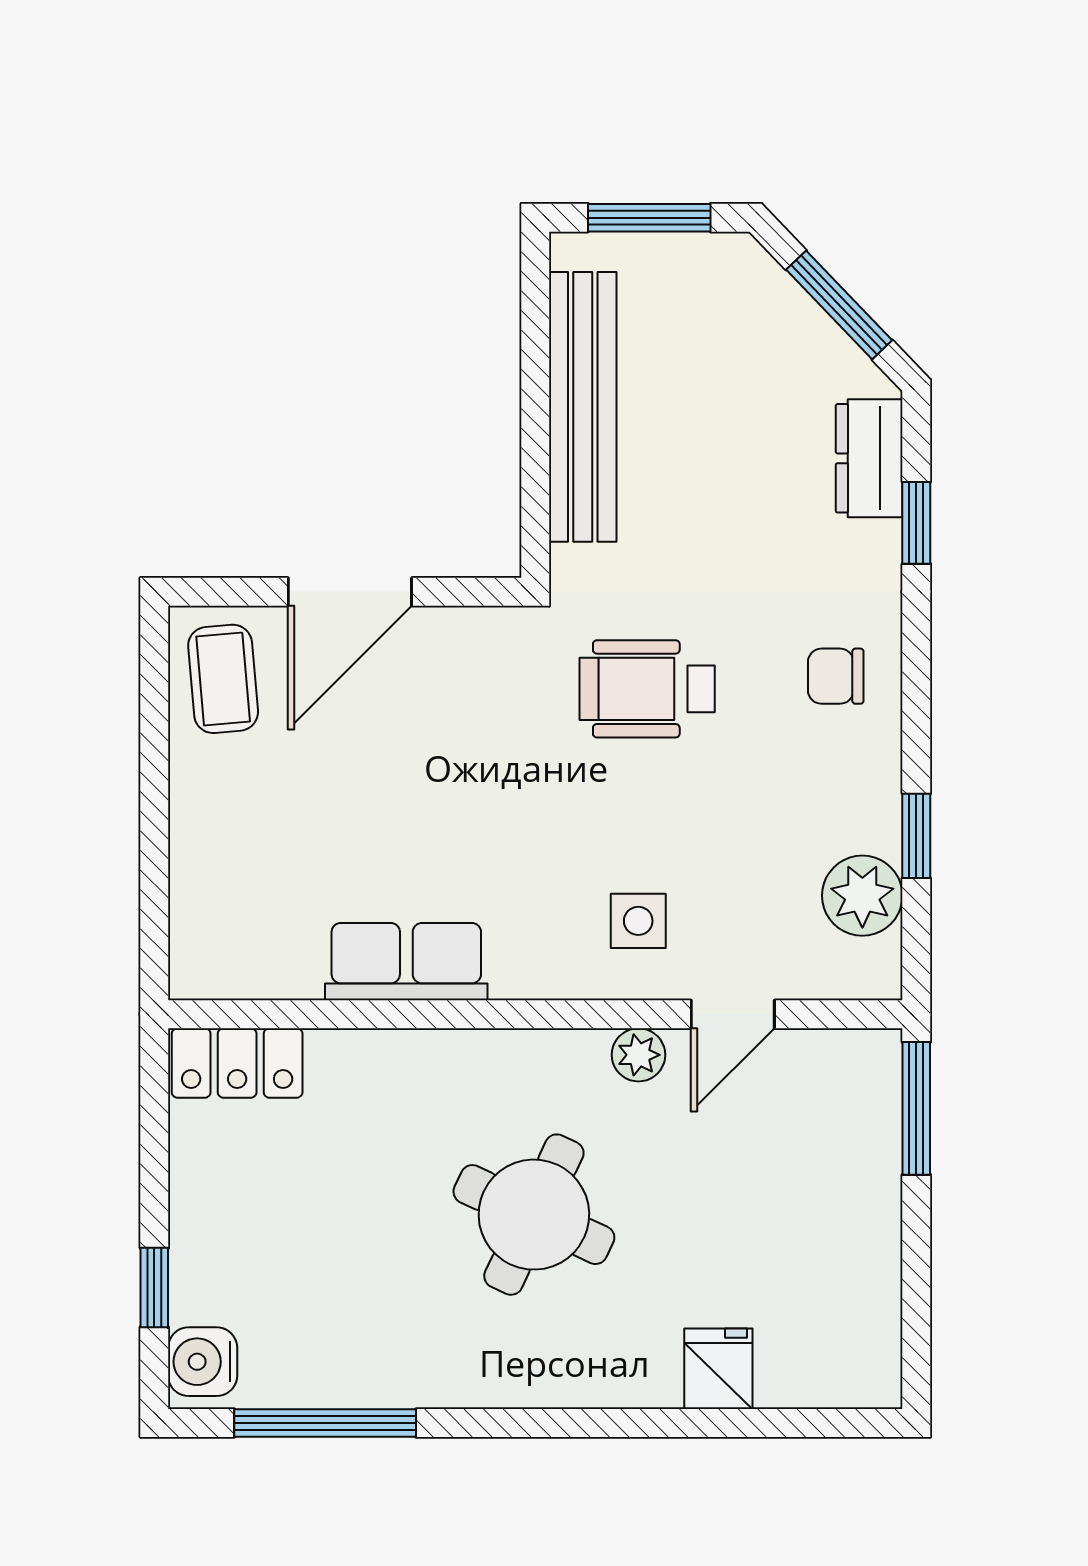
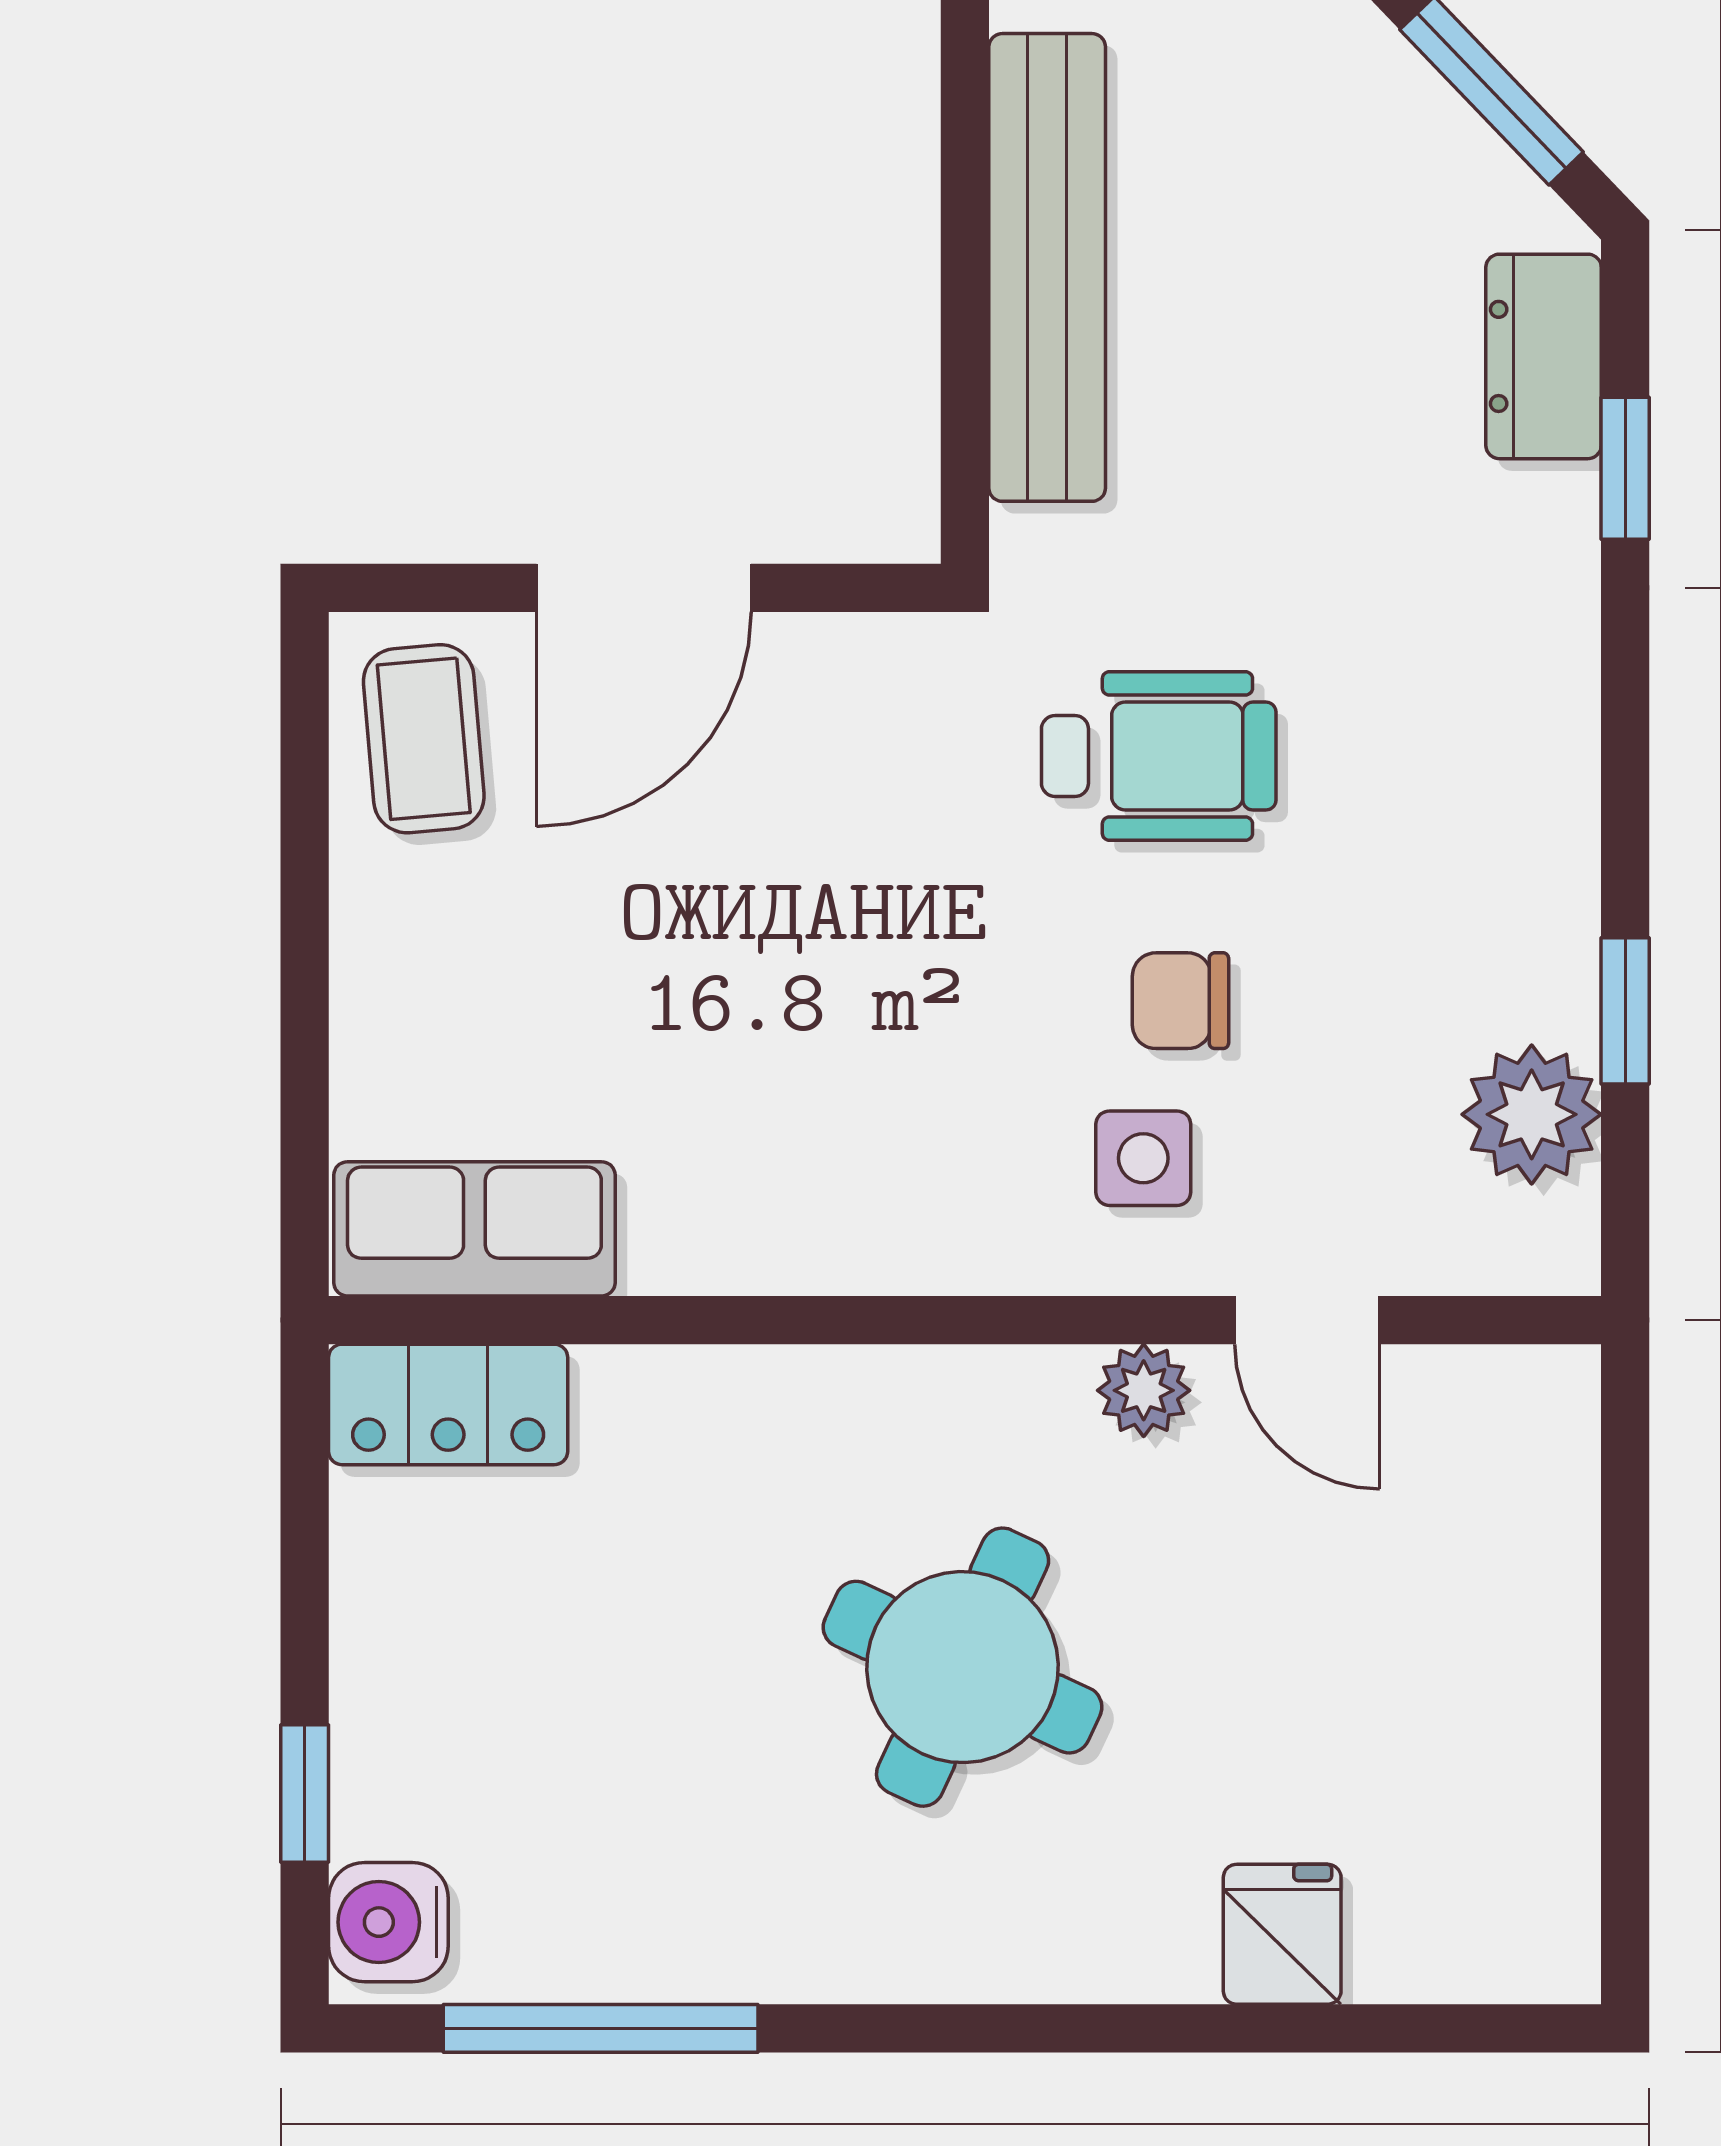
chair: (836, 676) -> (1180, 1001), moved
wheelchair: (647, 689) -> (1159, 756), turned 180
row of seats: (406, 962) -> (474, 1229), moved
door: (733, 1014) -> (1307, 1320), hinge flipped
window: (916, 1108) -> (1625, 1483), removed

